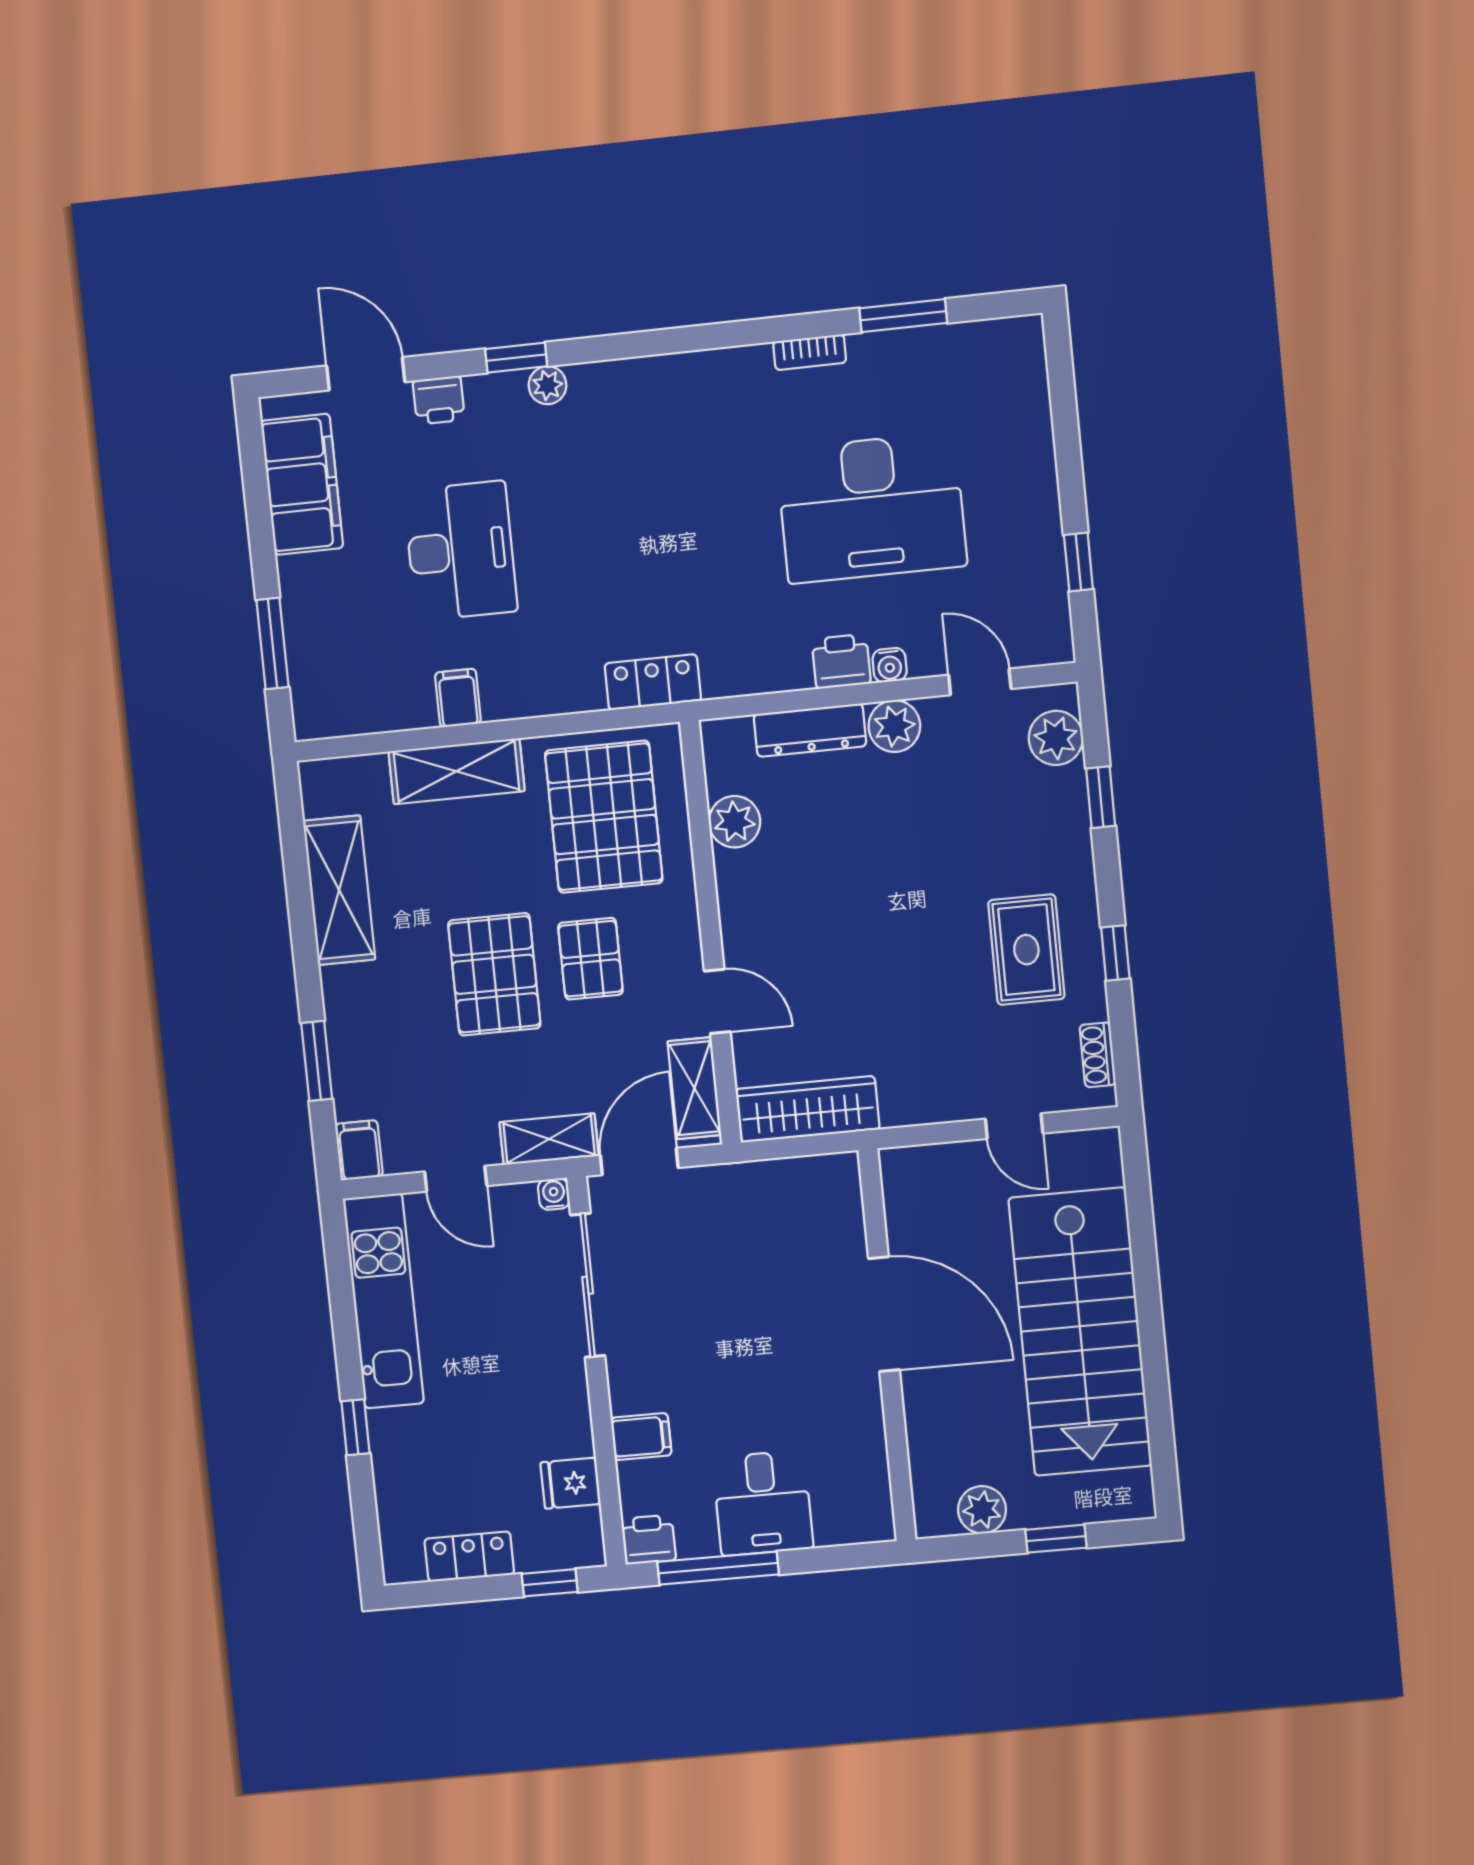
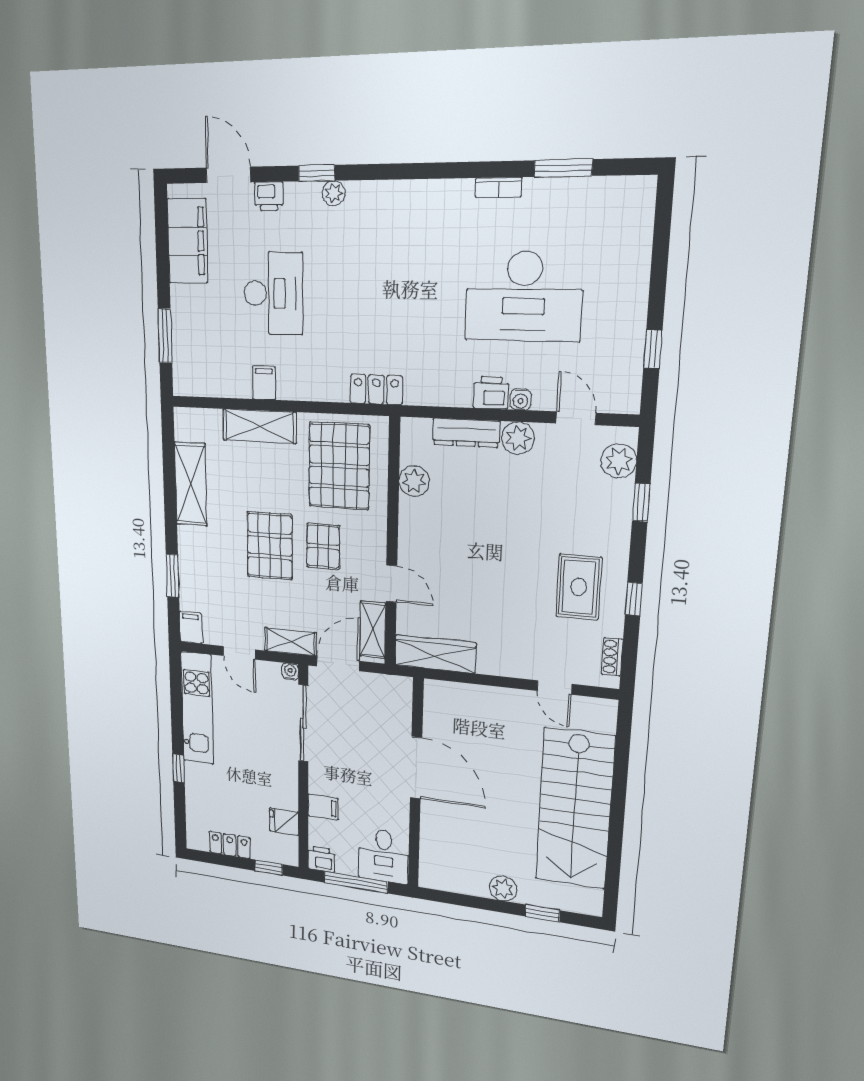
door: (884, 1314) -> (416, 768), moved
wall: (887, 1345) -> (416, 784), moved

